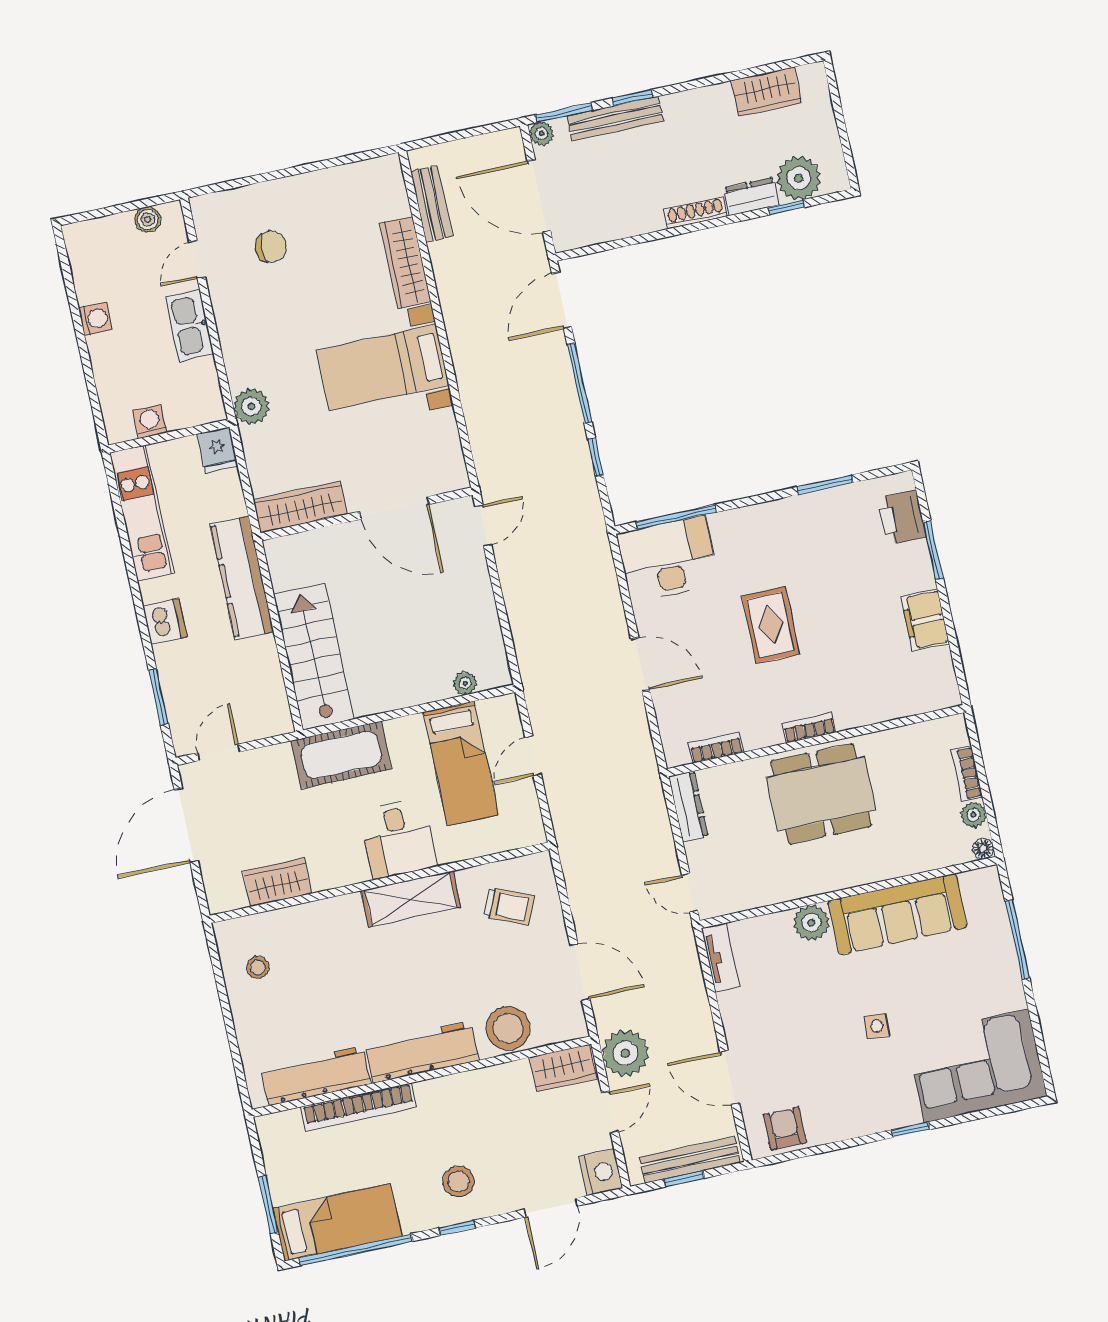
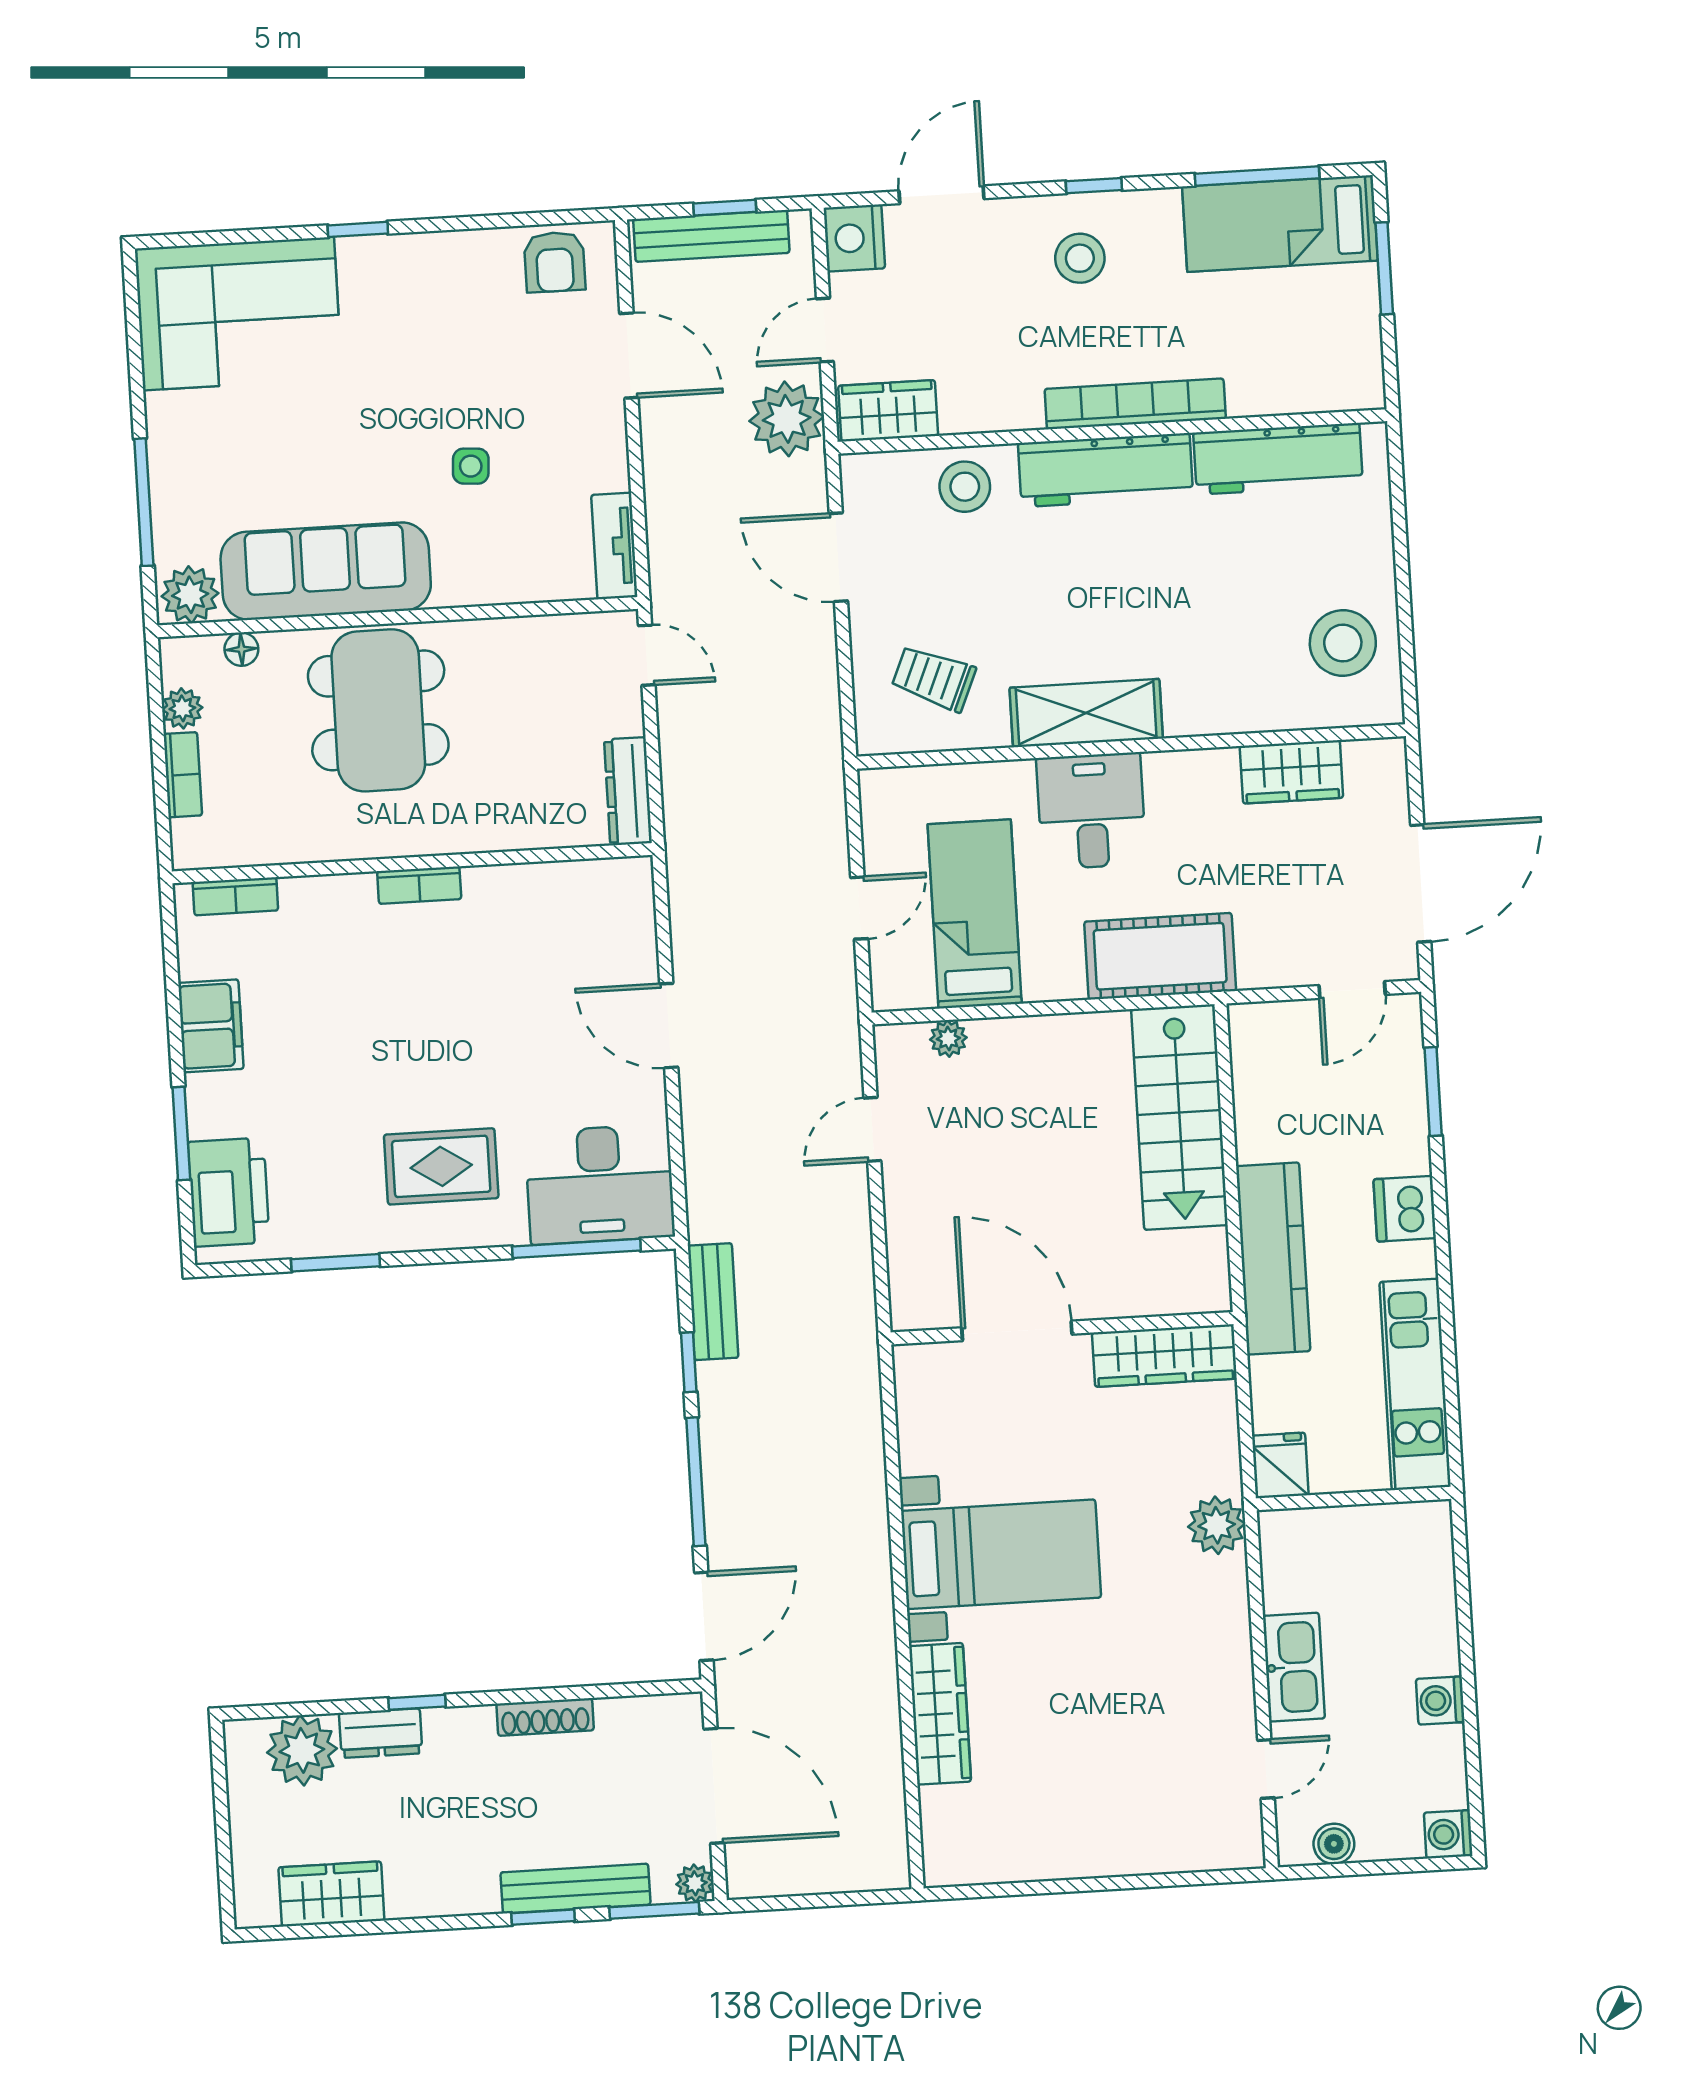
bench: (432, 204) -> (713, 1302), moved
window: (787, 207) -> (417, 1702), moved
shoe rack: (696, 213) -> (545, 1717), moved
chair: (271, 247) -> (1147, 1771), removed
washing machine: (150, 422) -> (1448, 1834), moved, turned 90
printer: (902, 518) -> (229, 1192), width x1.37, depth x1.19
door: (483, 525) -> (872, 1129), moved
rug: (771, 625) -> (441, 1166), moved, turned 90
bookcase: (716, 748) -> (235, 896), moved
dining table: (821, 794) -> (378, 710), moved, turned 90
floor lamp: (983, 849) -> (241, 649), moved
plant: (811, 923) -> (190, 595), moved
stool: (258, 967) -> (1343, 643), width x1.89, depth x1.89
side table: (877, 1026) -> (471, 466), moved
stool: (508, 1028) -> (965, 487), width x0.73, depth x0.73
bookcase: (359, 1107) -> (1135, 404), moved
window: (356, 1250) -> (1257, 176), width x0.68

